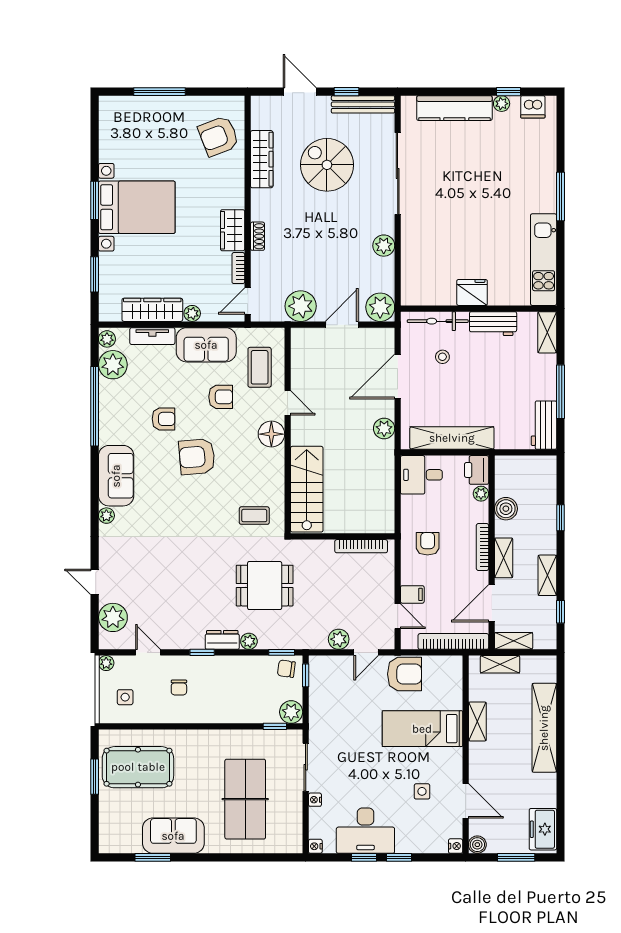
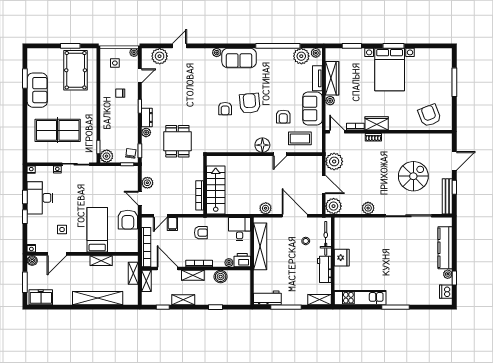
wardrobe: (262, 159) -> (417, 140), removed
armchair: (163, 419) -> (225, 109), moved
stairs: (307, 489) -> (216, 190), moved, turned -90
coffee table: (254, 516) -> (217, 135), removed

